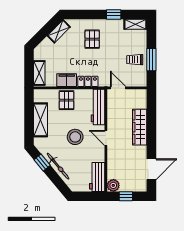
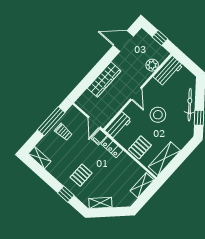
window: (114, 14) -> (66, 194), moved
window: (151, 60) -> (51, 121), width x1.44
filing cabinet: (67, 80) -> (99, 137), moved, width x0.50
workbench: (98, 107) -> (118, 125), width x0.73
shelving: (40, 120) -> (164, 159), moved
plant: (113, 185) -> (152, 65), moved

